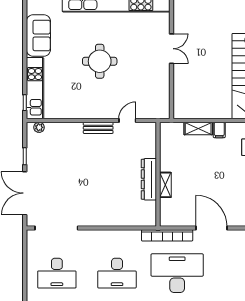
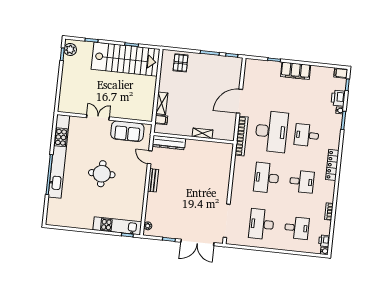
sofa: (38, 35) -> (127, 131), moved, turned 180
filing cabinet: (219, 130) -> (161, 120), moved
dresser: (149, 179) -> (169, 143), moved
desk: (57, 273) -> (262, 224), turned 180
desk: (117, 273) -> (266, 178), turned 180
desk: (177, 273) -> (271, 131), turned 180

